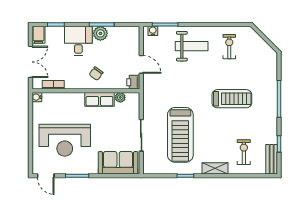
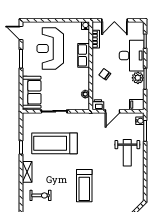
filing cabinet: (39, 35) -> (137, 105), moved
desk: (78, 41) -> (132, 56), width x1.37
exercise bike: (229, 47) -> (127, 183), removed
row of seats: (99, 99) -> (84, 55), moved
door: (46, 176) -> (21, 33), hinge flipped

